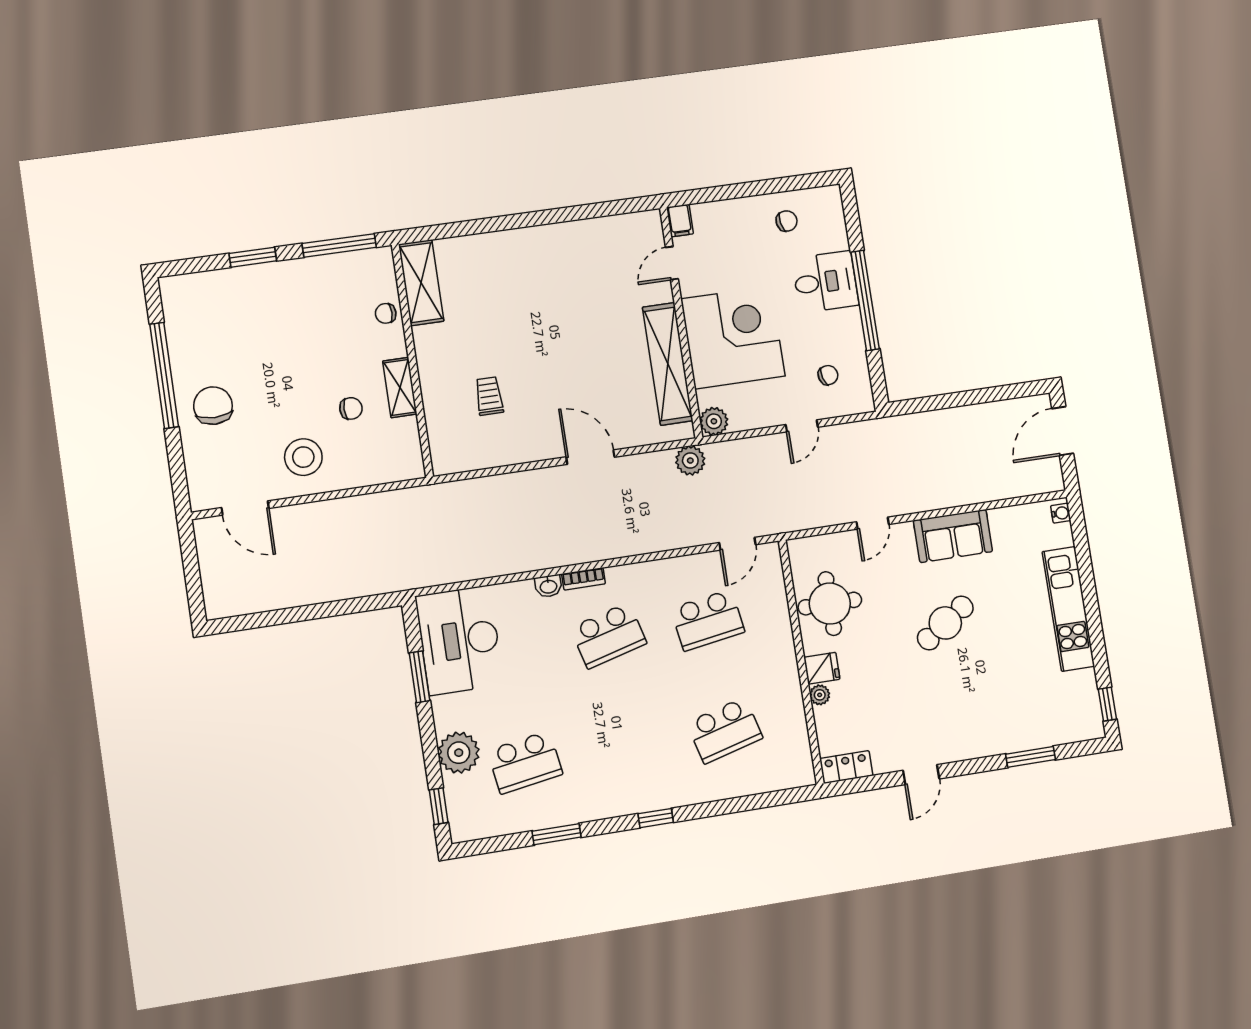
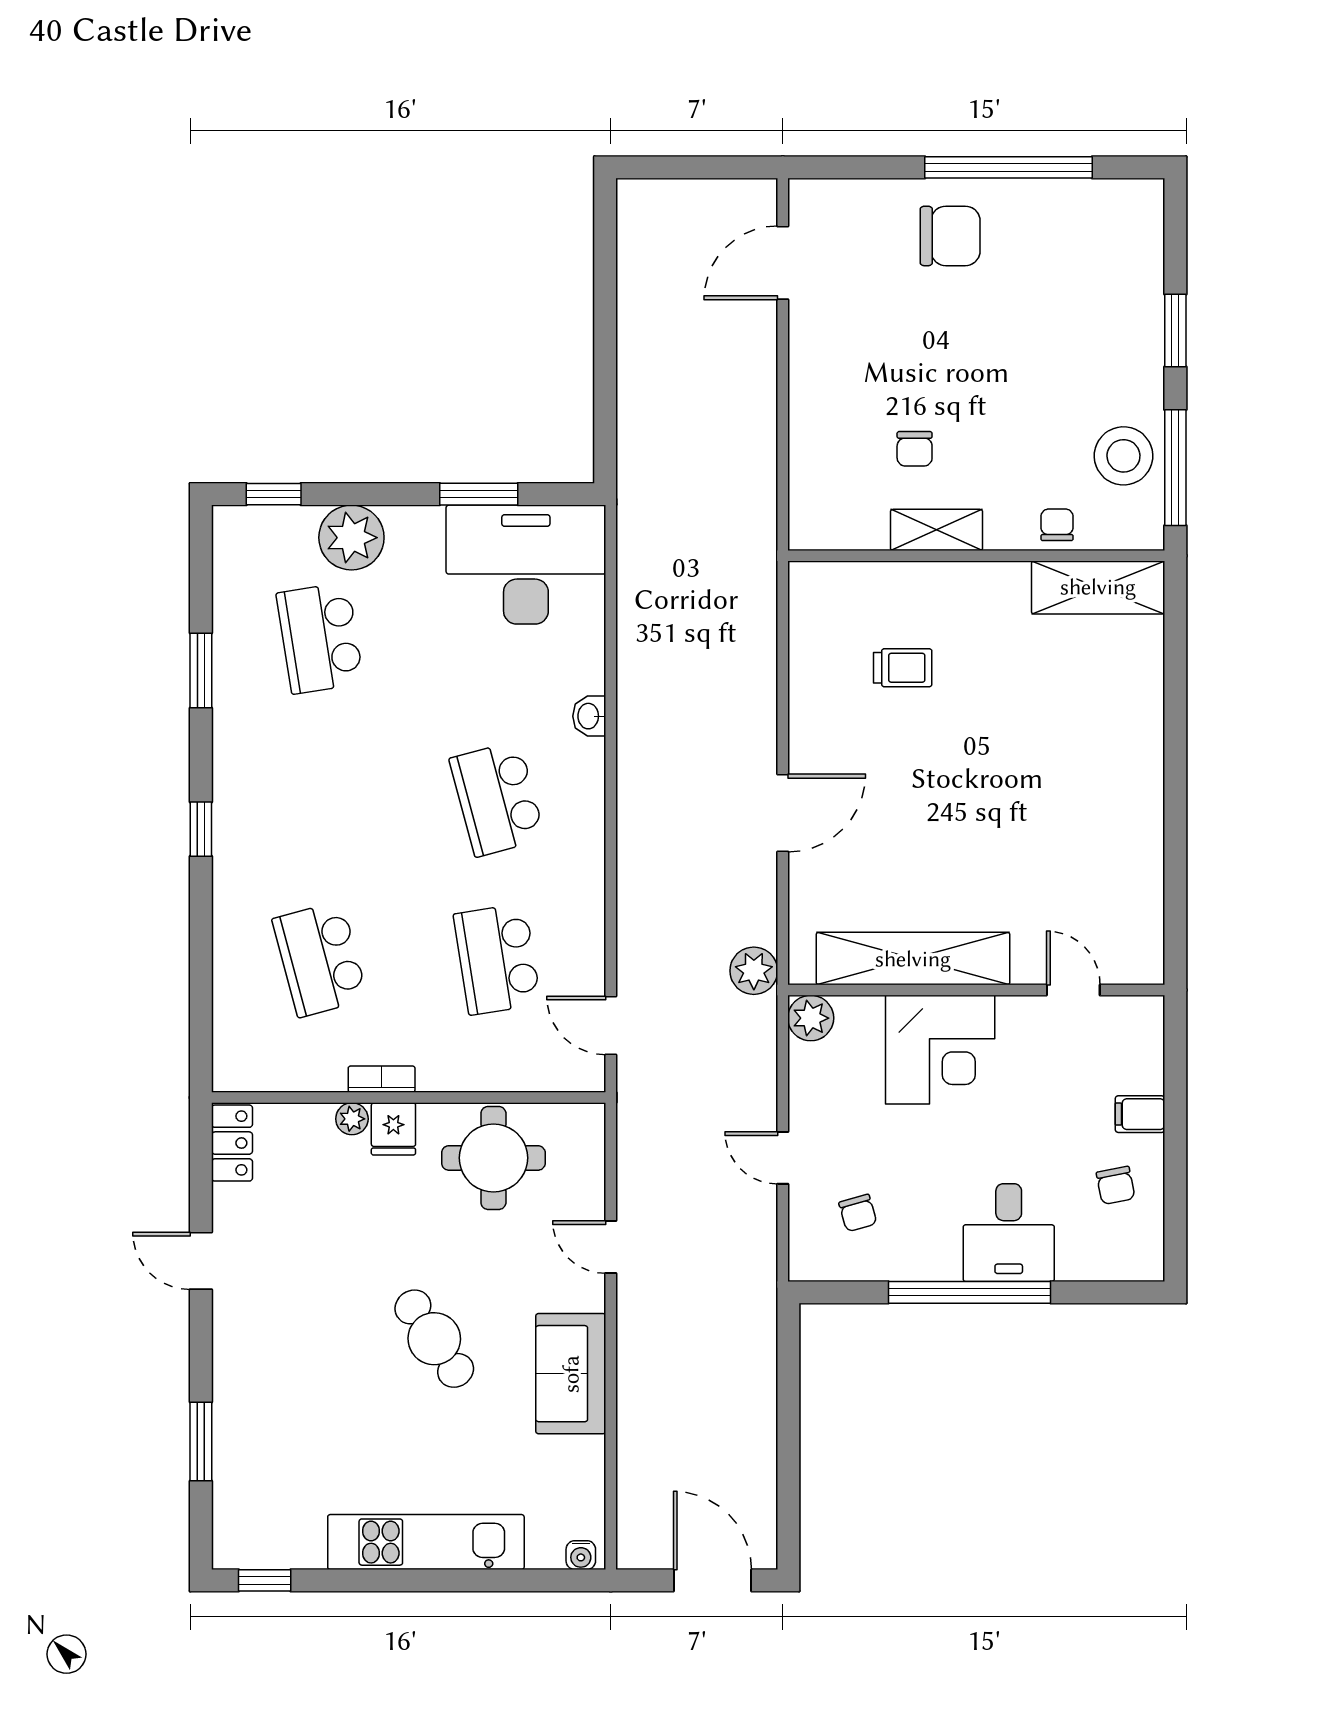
filing cabinet: (680, 221) -> (1140, 1114), moved
corner desk: (733, 337) -> (940, 1050), width x0.74, depth x0.74
stool: (303, 457) -> (1123, 456), moved
bookcase: (583, 579) -> (382, 1079), moved, turned 90

